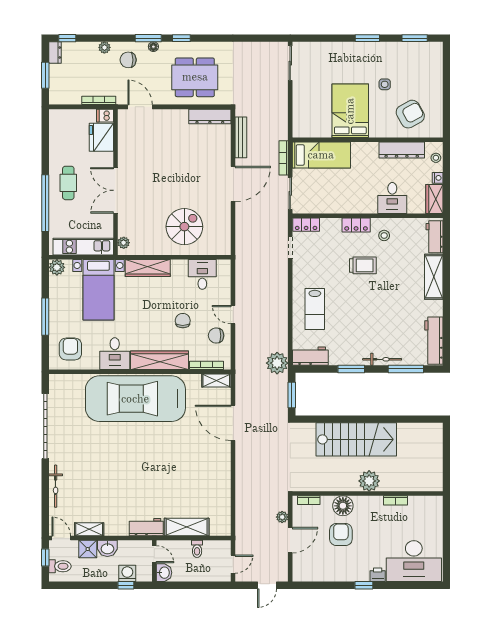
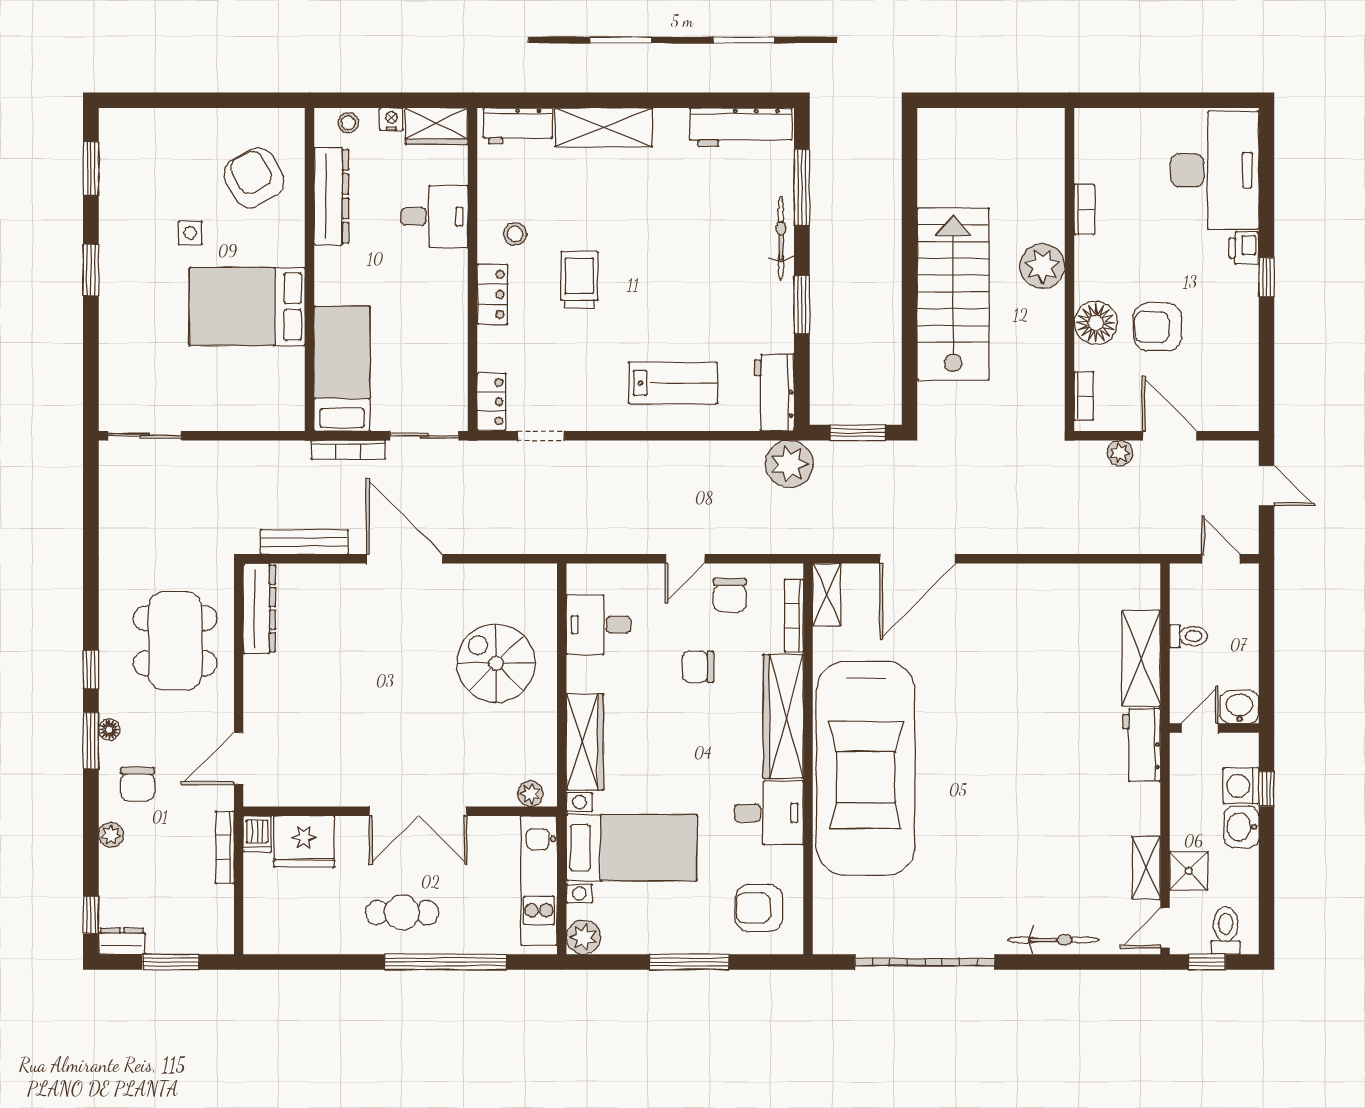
washbasin: (107, 548) -> (1241, 827), moved, turned 180

